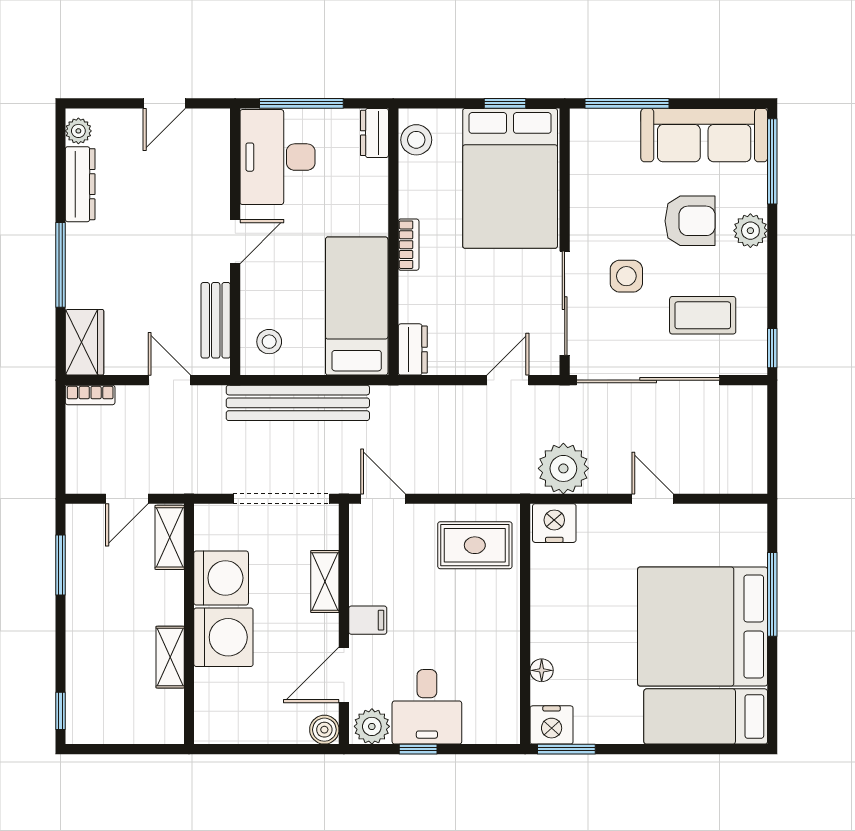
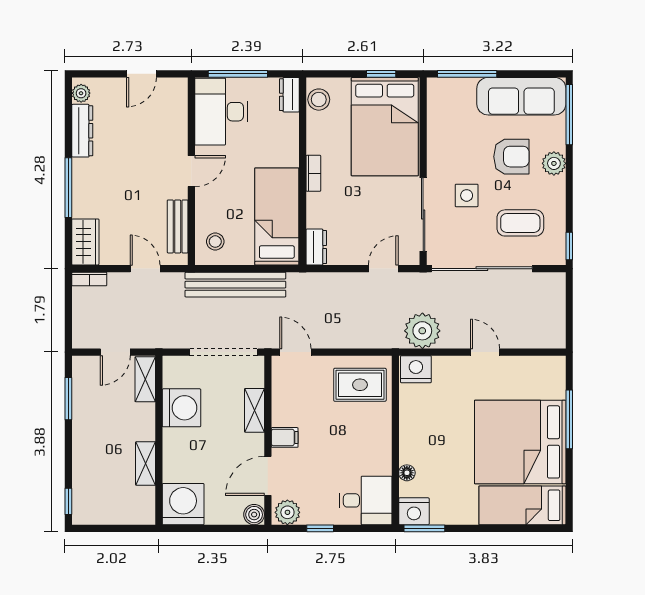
washing machine: (223, 637) -> (183, 504), moved, turned -90
desk: (427, 707) -> (366, 500), moved, turned -90

